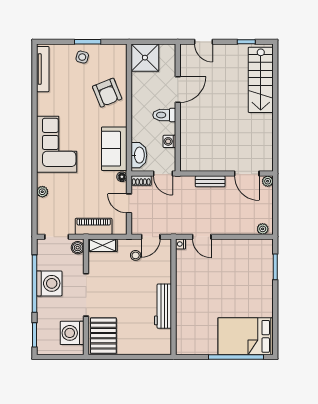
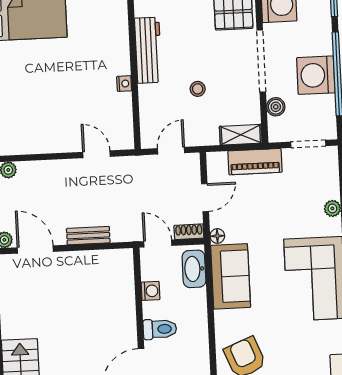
door: (129, 203) -> (205, 198), hinge flipped
nightstand: (181, 244) -> (124, 84), moved
boiler: (78, 248) -> (276, 107), moved
stool: (136, 255) -> (198, 89), moved

